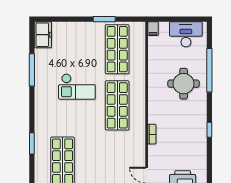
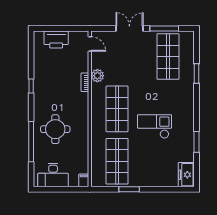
window: (32, 70) -> (196, 142), width x0.69
plant: (138, 141) -> (97, 76), added

